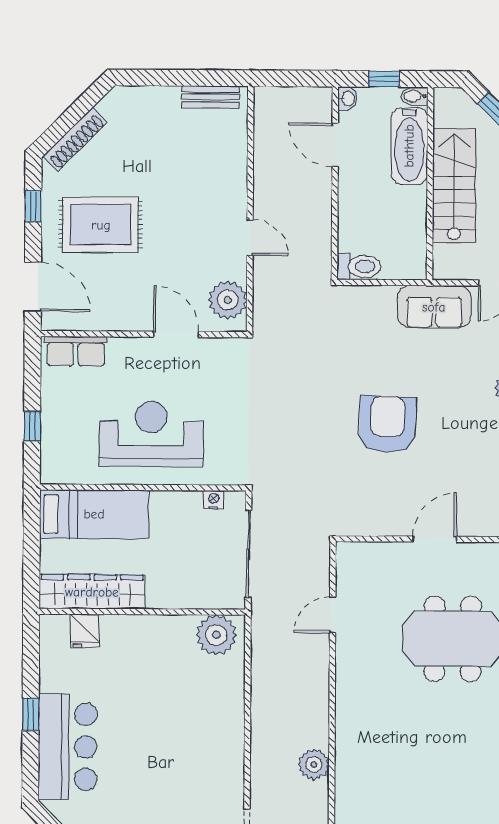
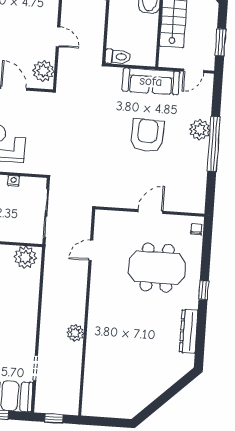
sofa: (434, 307) -> (151, 81), width x1.36
armchair: (388, 424) -> (147, 135), moved
nightstand: (214, 500) -> (13, 181), moved

